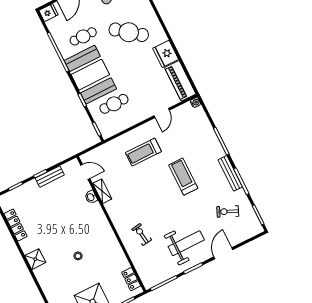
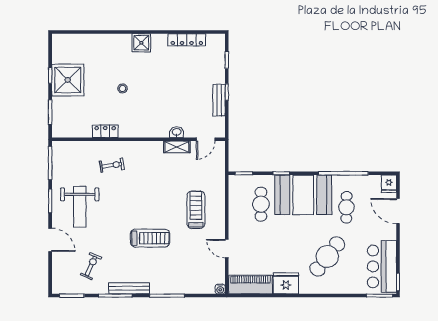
locker: (131, 279) -> (105, 131), moved

